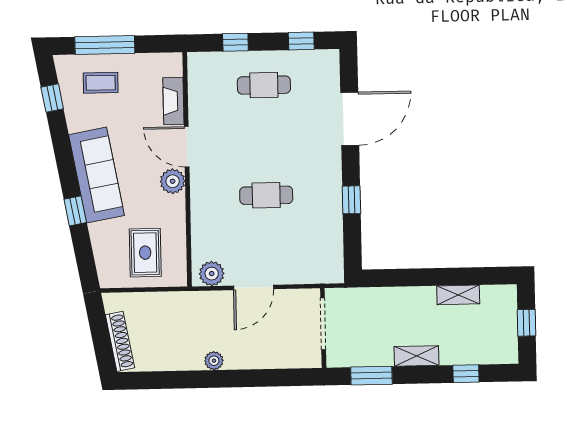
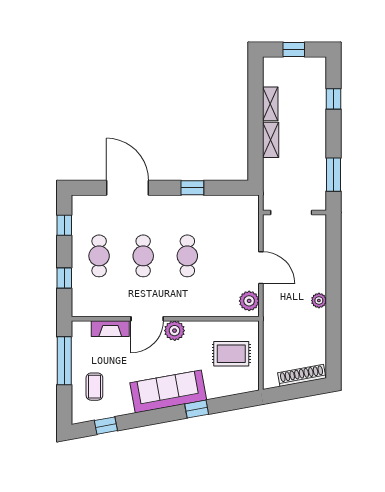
window: (105, 45) -> (64, 361), moved
cafe table: (265, 140) -> (143, 256), added
shelving: (416, 356) -> (271, 140), moved

